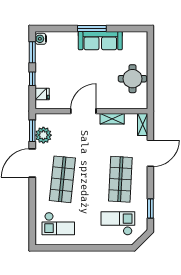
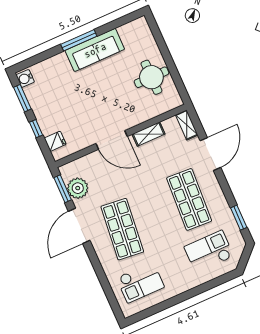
door: (83, 111) -> (112, 140), swing flipped

